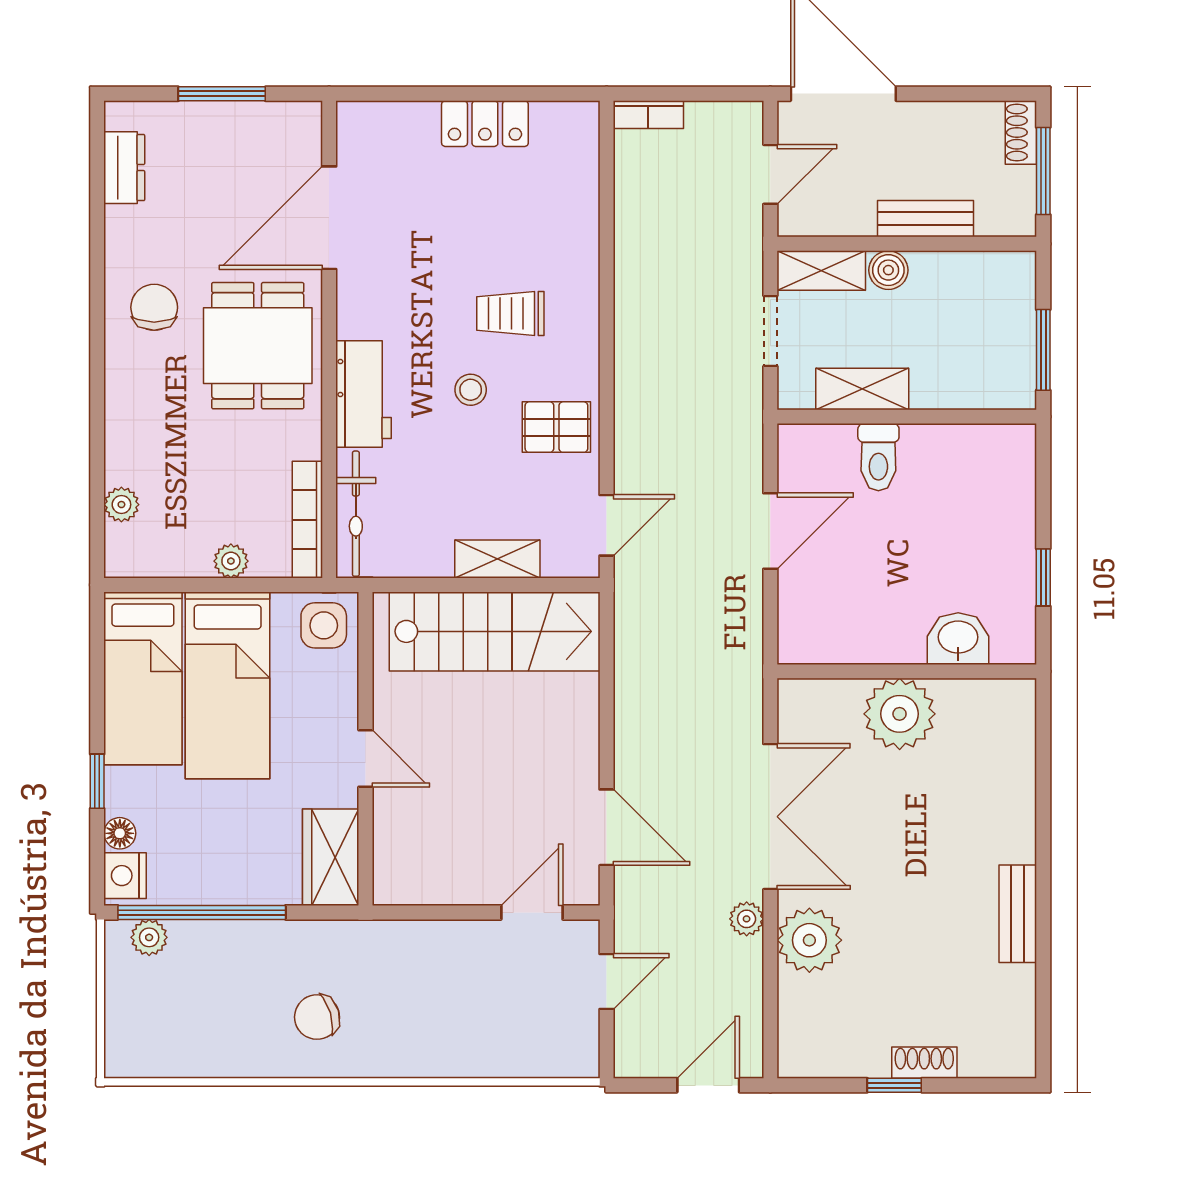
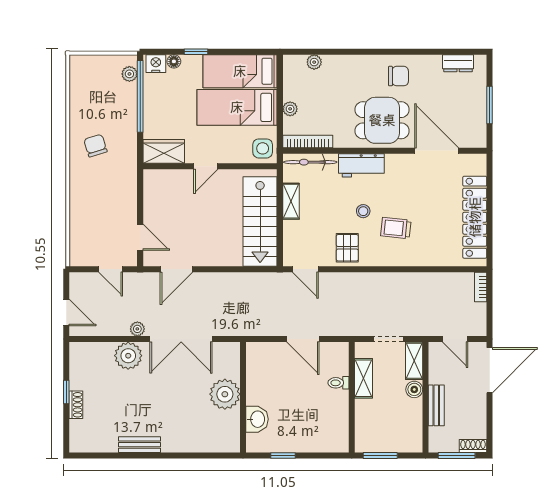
locker: (485, 124) -> (475, 217), width x2.16, depth x1.21
trolley: (510, 313) -> (396, 228), turned -84
toilet: (878, 457) -> (338, 383), width x0.73, depth x0.72
shelving: (497, 559) -> (291, 201), moved

